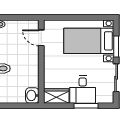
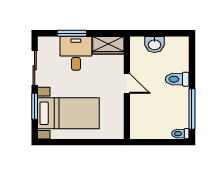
door: (41, 38) -> (127, 84), moved
washbasin: (32, 95) -> (155, 44), moved, turned 90

